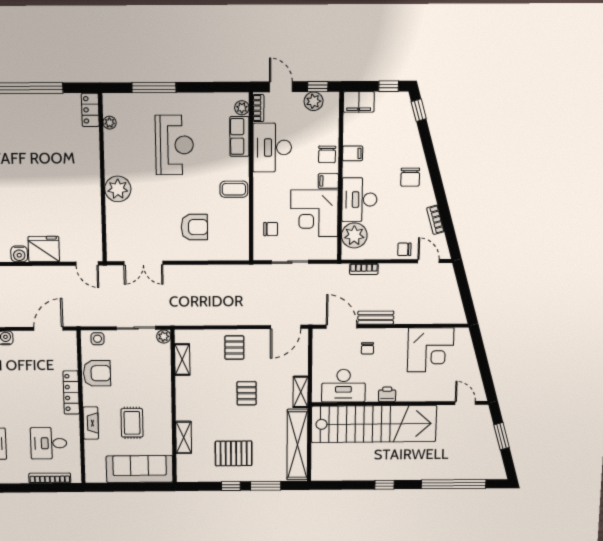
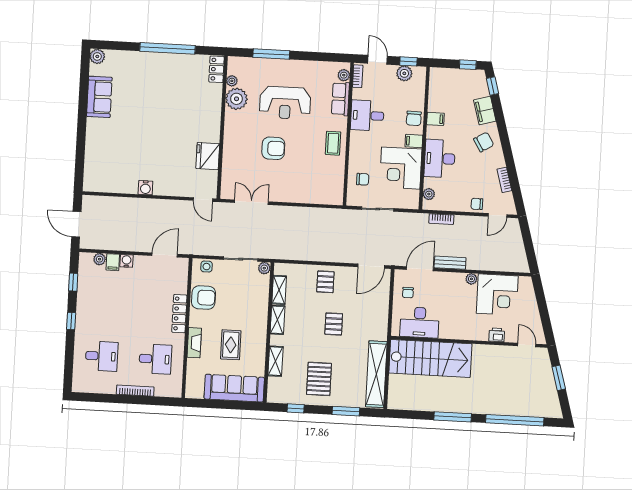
filing cabinet: (359, 102) -> (485, 111), moved, turned 74
reception desk: (174, 145) -> (285, 103), turned 90
desk: (272, 148) -> (367, 115), width x0.73
chair: (410, 177) -> (484, 142), turned -121
plant: (118, 189) -> (236, 99), moved
coffee table: (234, 189) -> (333, 143), turned 90
armchair: (194, 227) -> (273, 148), moved
plant: (354, 235) -> (429, 194), width x0.53, depth x0.53
fridge: (44, 249) -> (208, 156), moved, turned -90
door: (428, 261) -> (497, 215), swing flipped
double door: (143, 263) -> (251, 202), swing flipped
door: (341, 327) -> (420, 269), hinge flipped
plant: (401, 334) -> (471, 279), added
chair: (367, 348) -> (408, 293), moved
shelving: (301, 392) -> (277, 320), moved
printer: (387, 394) -> (497, 335), moved
stairs: (374, 424) -> (430, 358), width x0.73
desk: (49, 443) -> (155, 359), turned 180
pallet: (234, 453) -> (319, 379), turned 90
bookcase: (50, 478) -> (135, 391), moved
window: (384, 485) -> (453, 417), width x2.17
window: (231, 486) -> (296, 408), moved

